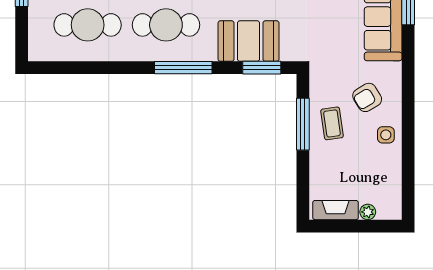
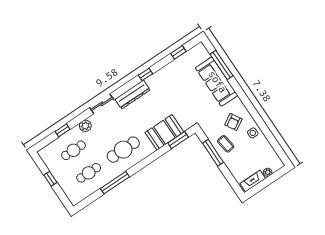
cafe table: (88, 25) -> (89, 173), width x0.73, depth x0.74
window: (183, 68) -> (115, 183), moved

